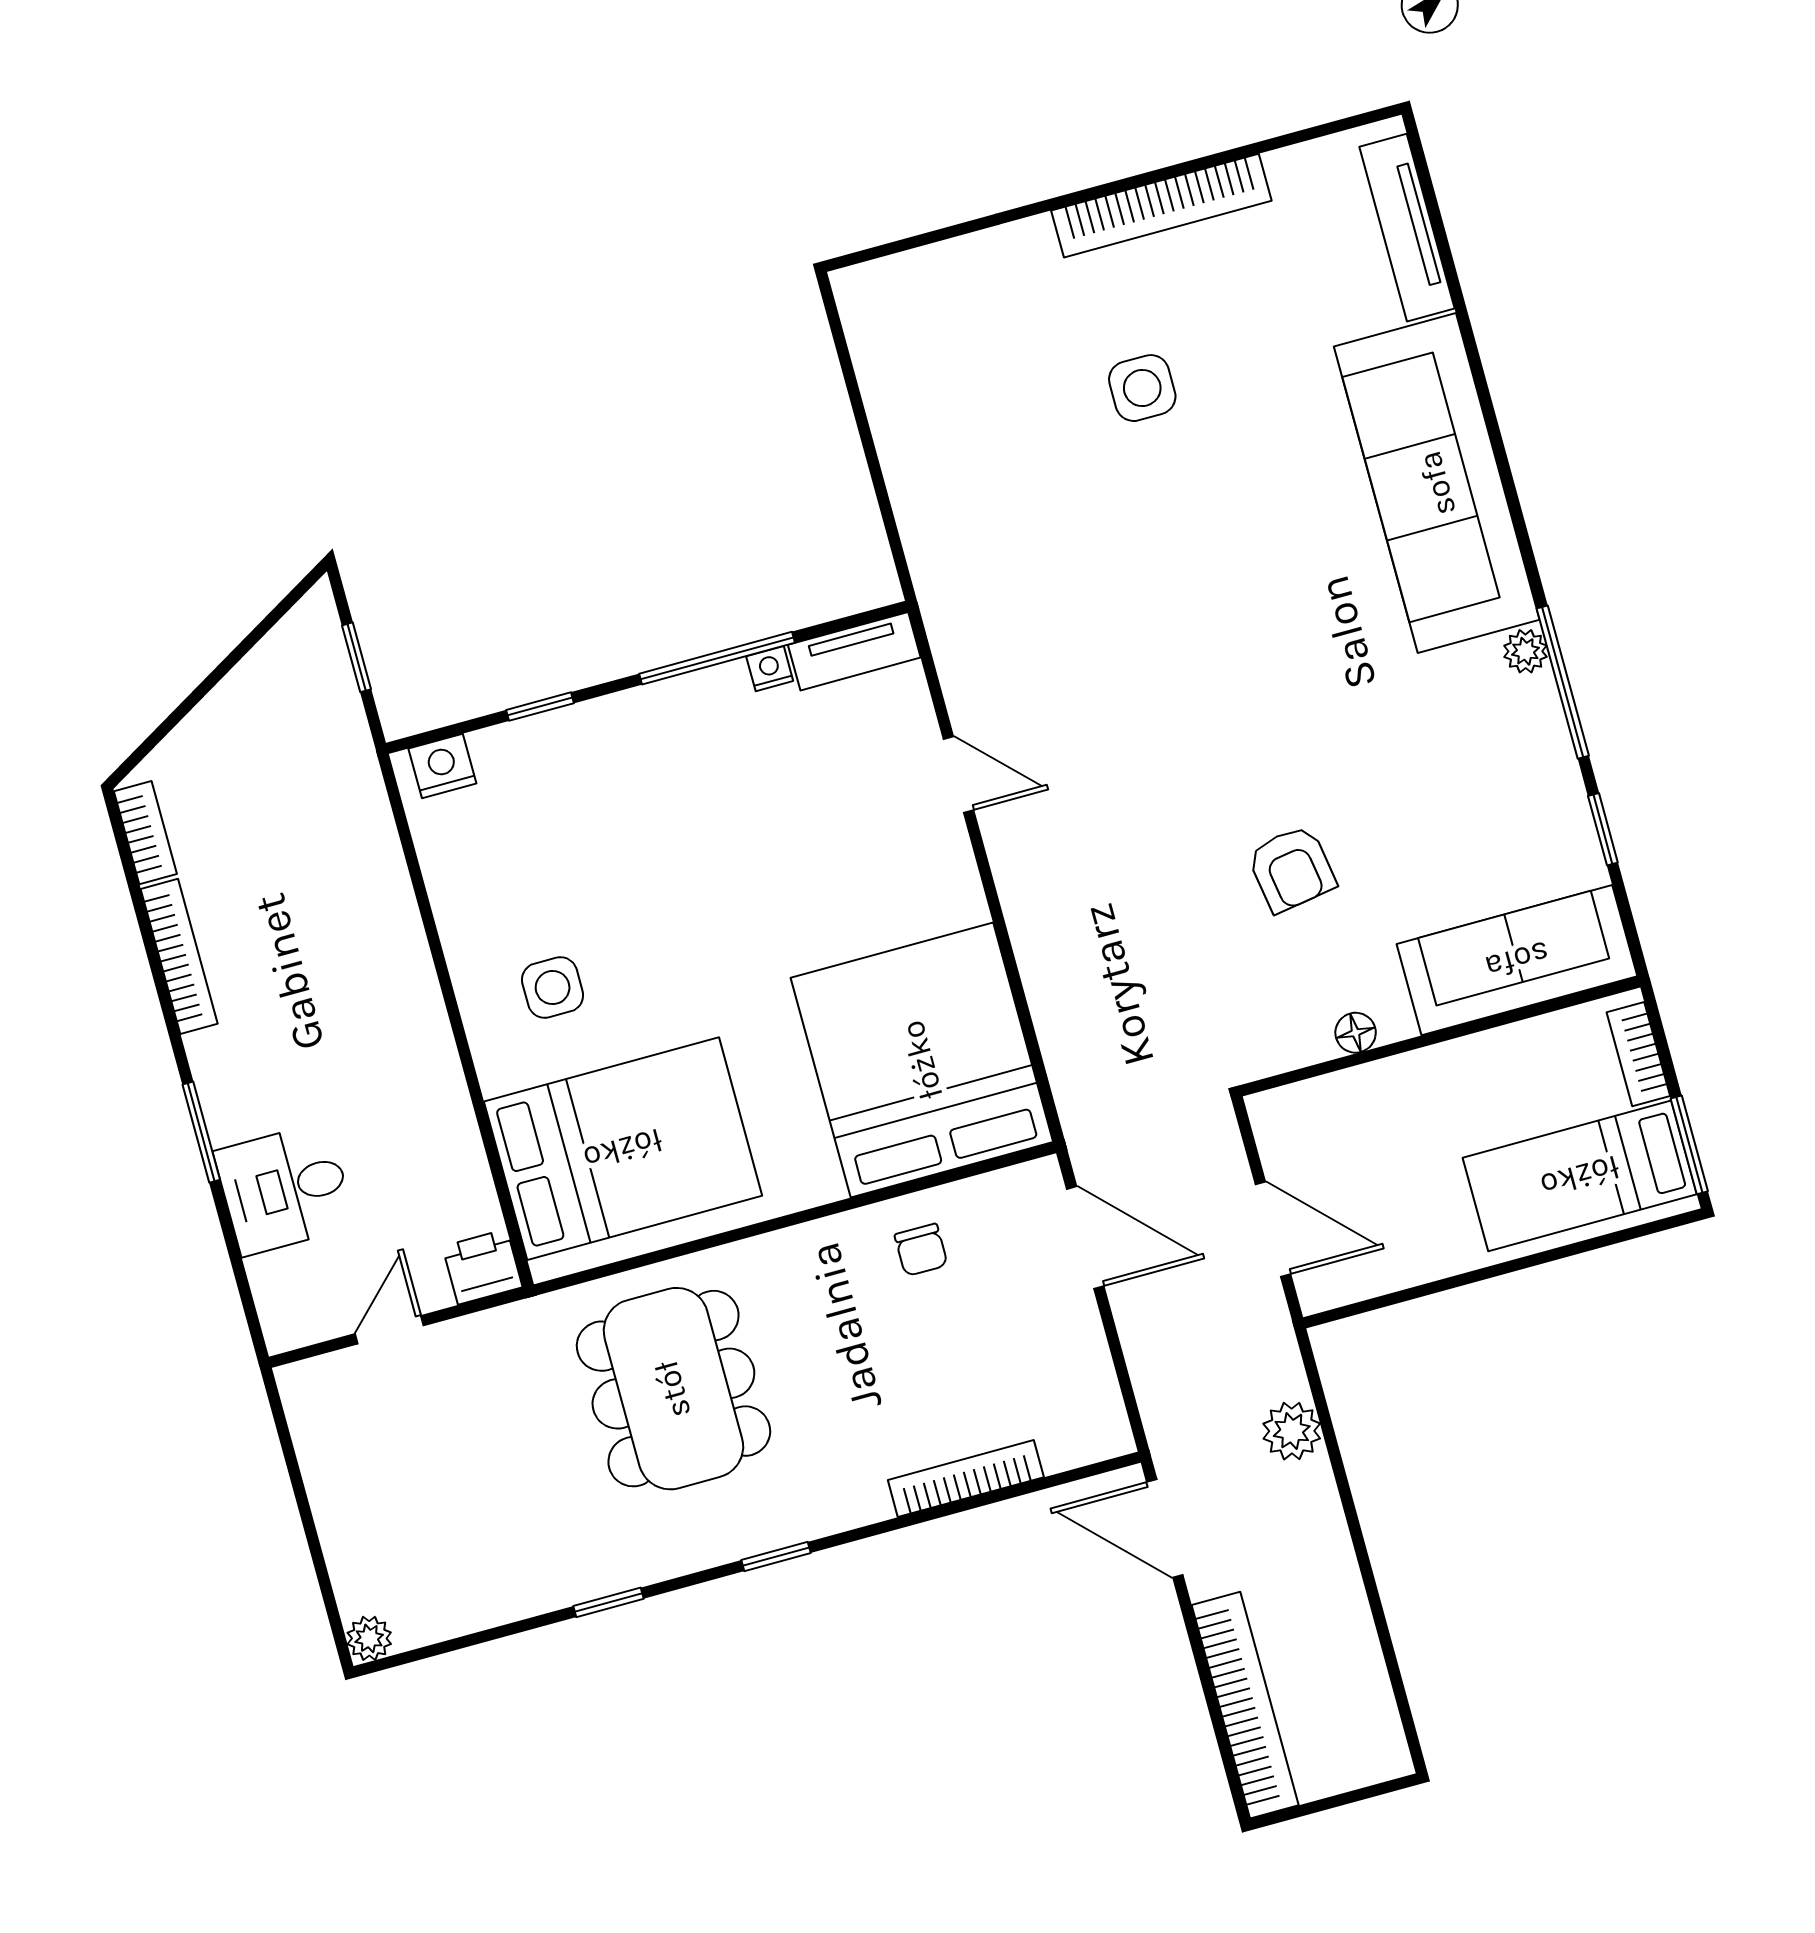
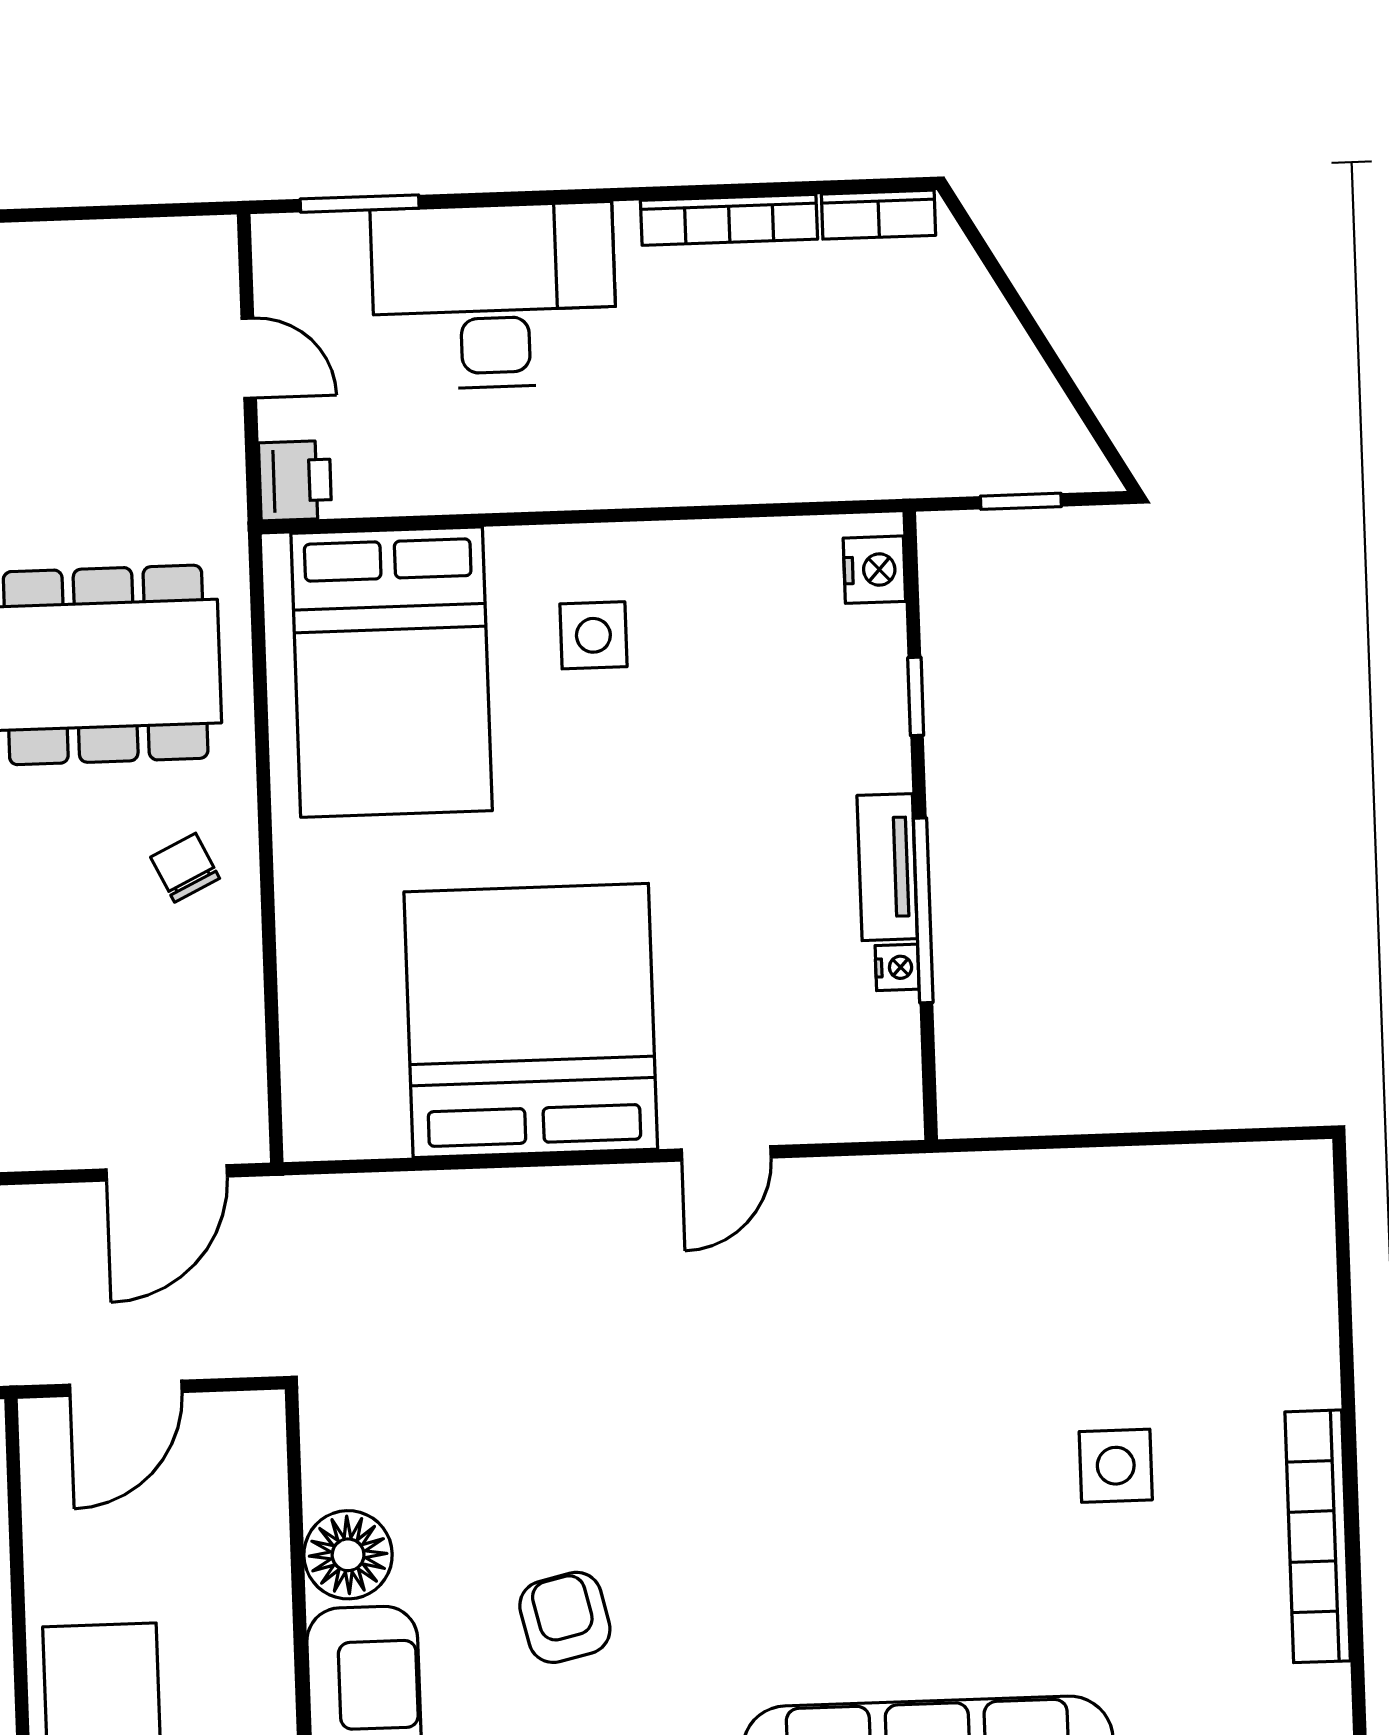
tv unit: (854, 651) -> (887, 867), moved
armchair: (1292, 869) -> (565, 1617), moved, turned 86
floor lamp: (1356, 1033) -> (348, 1555), width x1.89, depth x1.89
bed: (922, 1060) -> (531, 1020), moved, turned -90
window: (201, 1132) -> (360, 204), moved
desk: (285, 1189) -> (494, 296), width x1.87, depth x1.30
chair: (921, 1250) -> (185, 868), moved, turned 64

